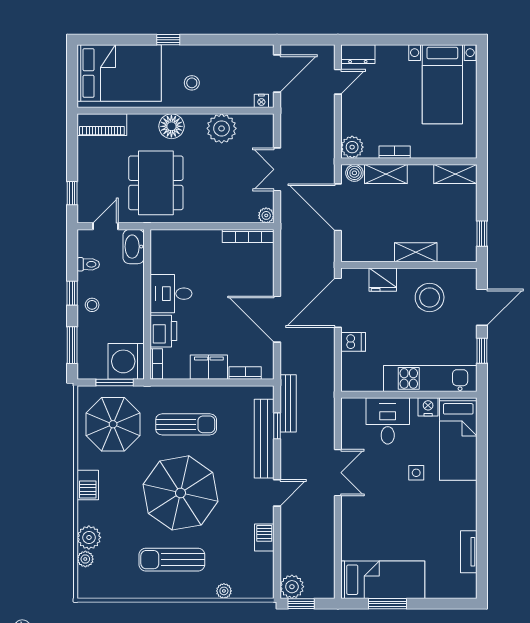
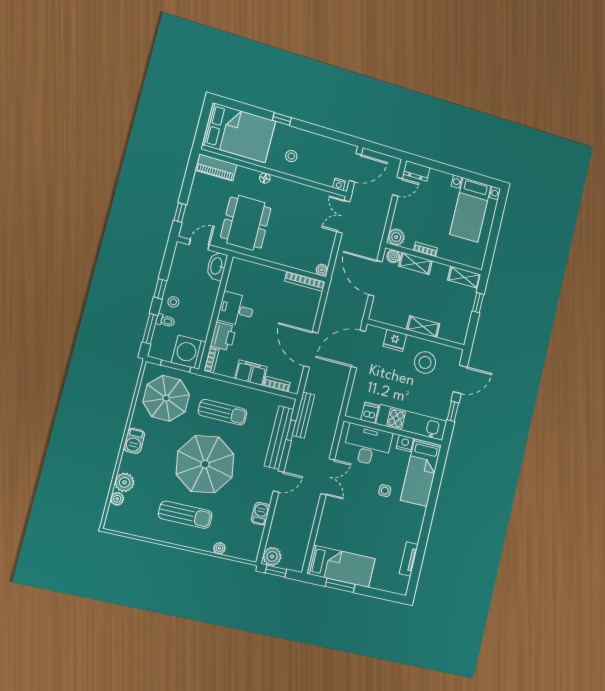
floor lamp: (171, 126) -> (265, 178), width x0.53, depth x0.53
plant: (222, 128) -> (305, 196), removed
double door: (277, 169) -> (343, 217), moved
window: (482, 234) -> (478, 303), moved
toilet: (88, 264) -> (165, 321), moved
dishwasher: (353, 342) -> (370, 413), moved, turned -90
desk: (388, 421) -> (368, 445), width x1.37
sun lounger: (172, 560) -> (185, 515), turned 180

